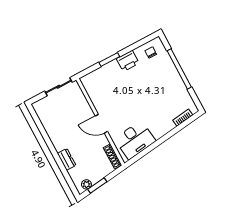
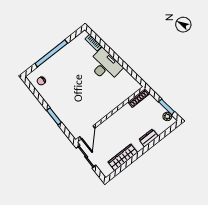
printer: (128, 61) -> (52, 100), removed
door: (101, 124) -> (87, 132), moved
wardrobe: (50, 127) -> (123, 157), added
desk: (135, 140) -> (105, 66), moved

